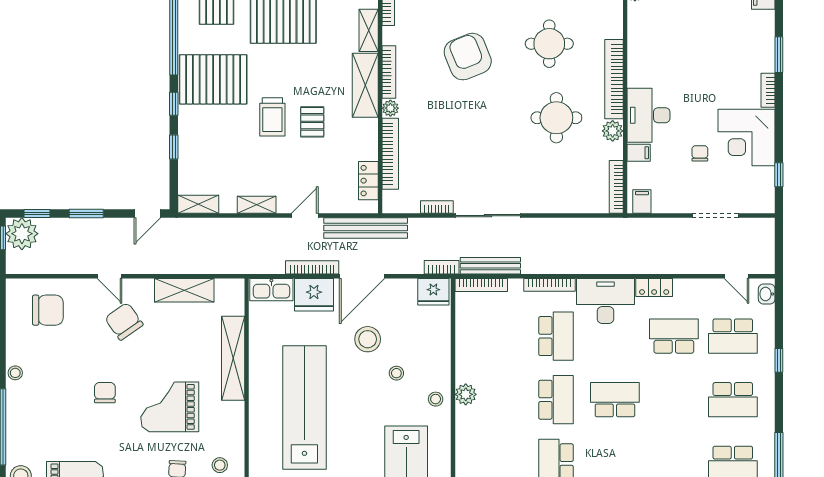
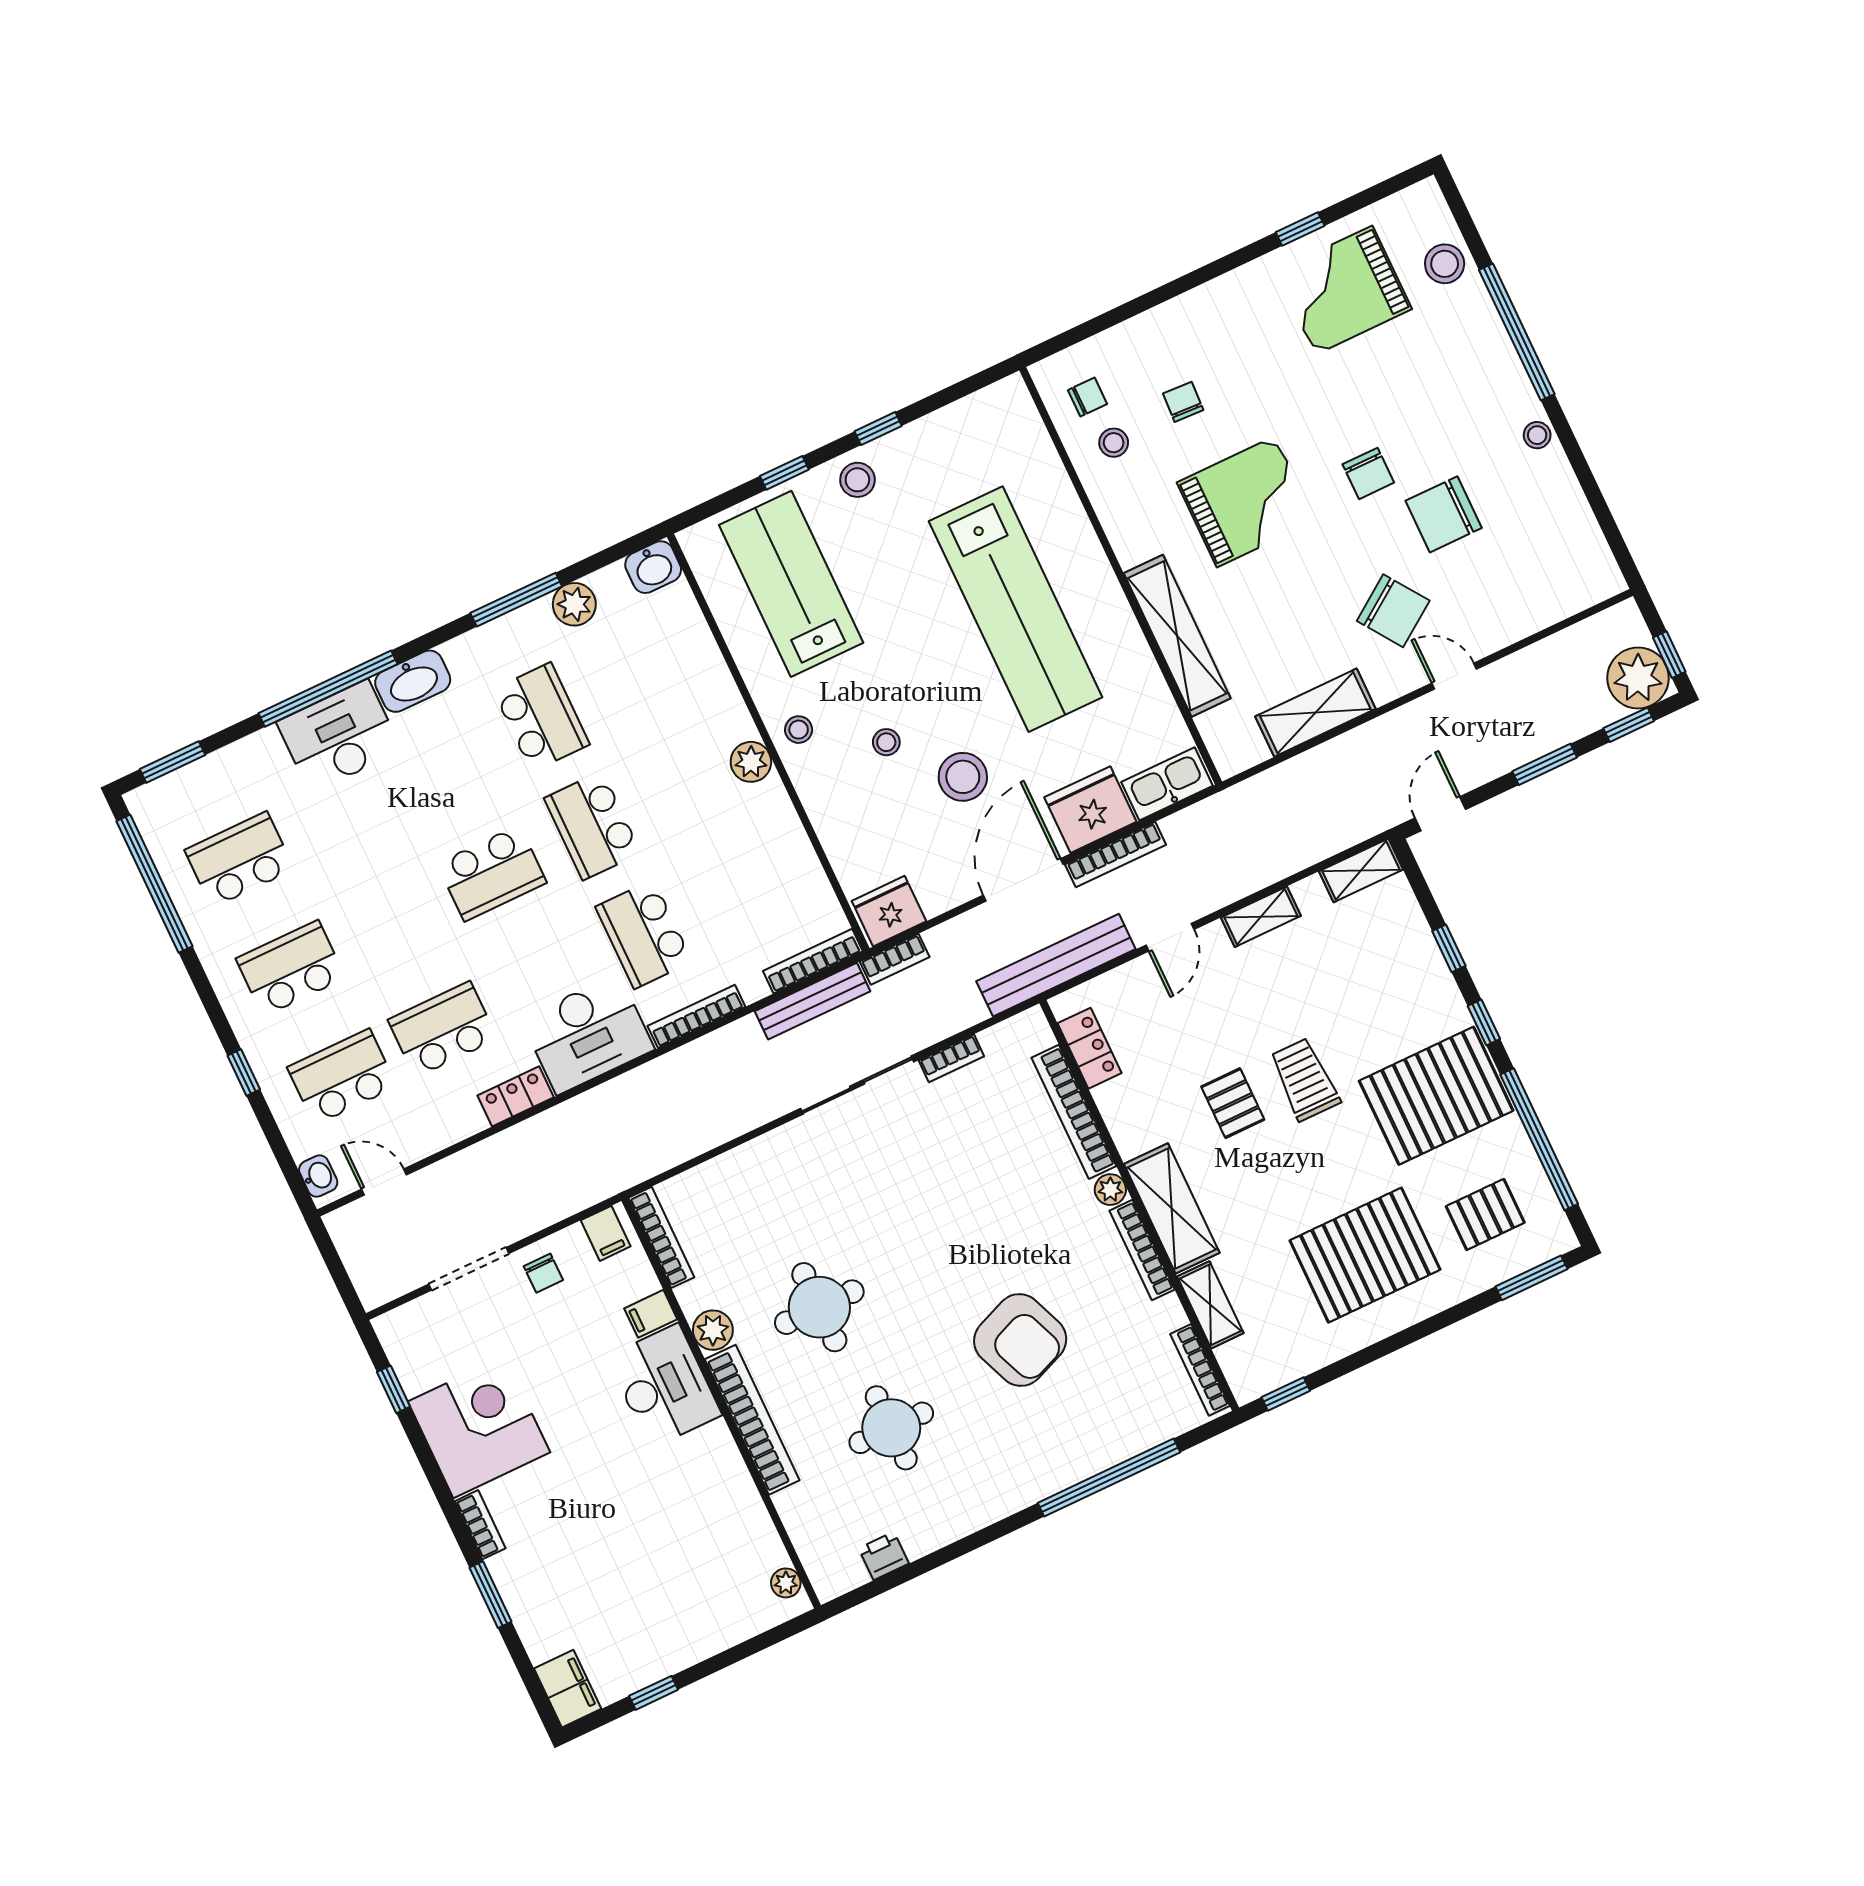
chair: (700, 153) -> (543, 1273), moved
chair: (48, 310) -> (1444, 514), moved
school desk: (674, 336) -> (443, 1029), turned 180

